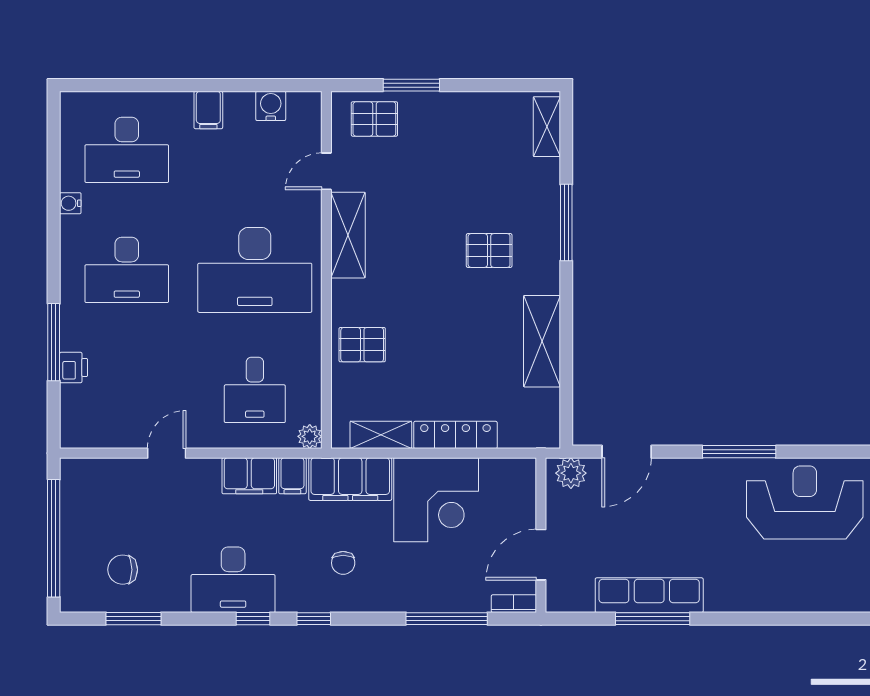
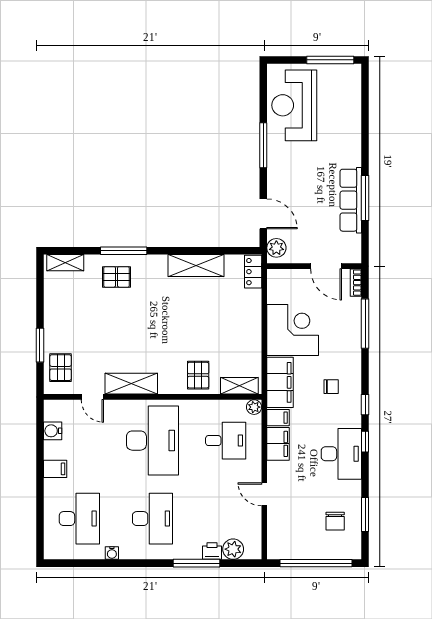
pallet: (489, 250) -> (117, 277), moved, turned 90
plant: (77, 402) -> (233, 549), added
shelving: (381, 435) -> (239, 386), moved, turned 90
locker: (455, 435) -> (253, 272), moved, width x0.66

